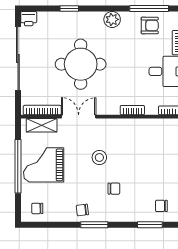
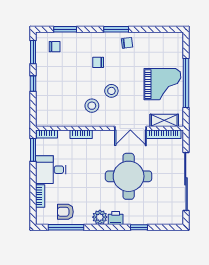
printer: (29, 19) -> (116, 218), moved
stool: (121, 141) -> (92, 106), added
chair: (37, 208) -> (168, 44), removed

